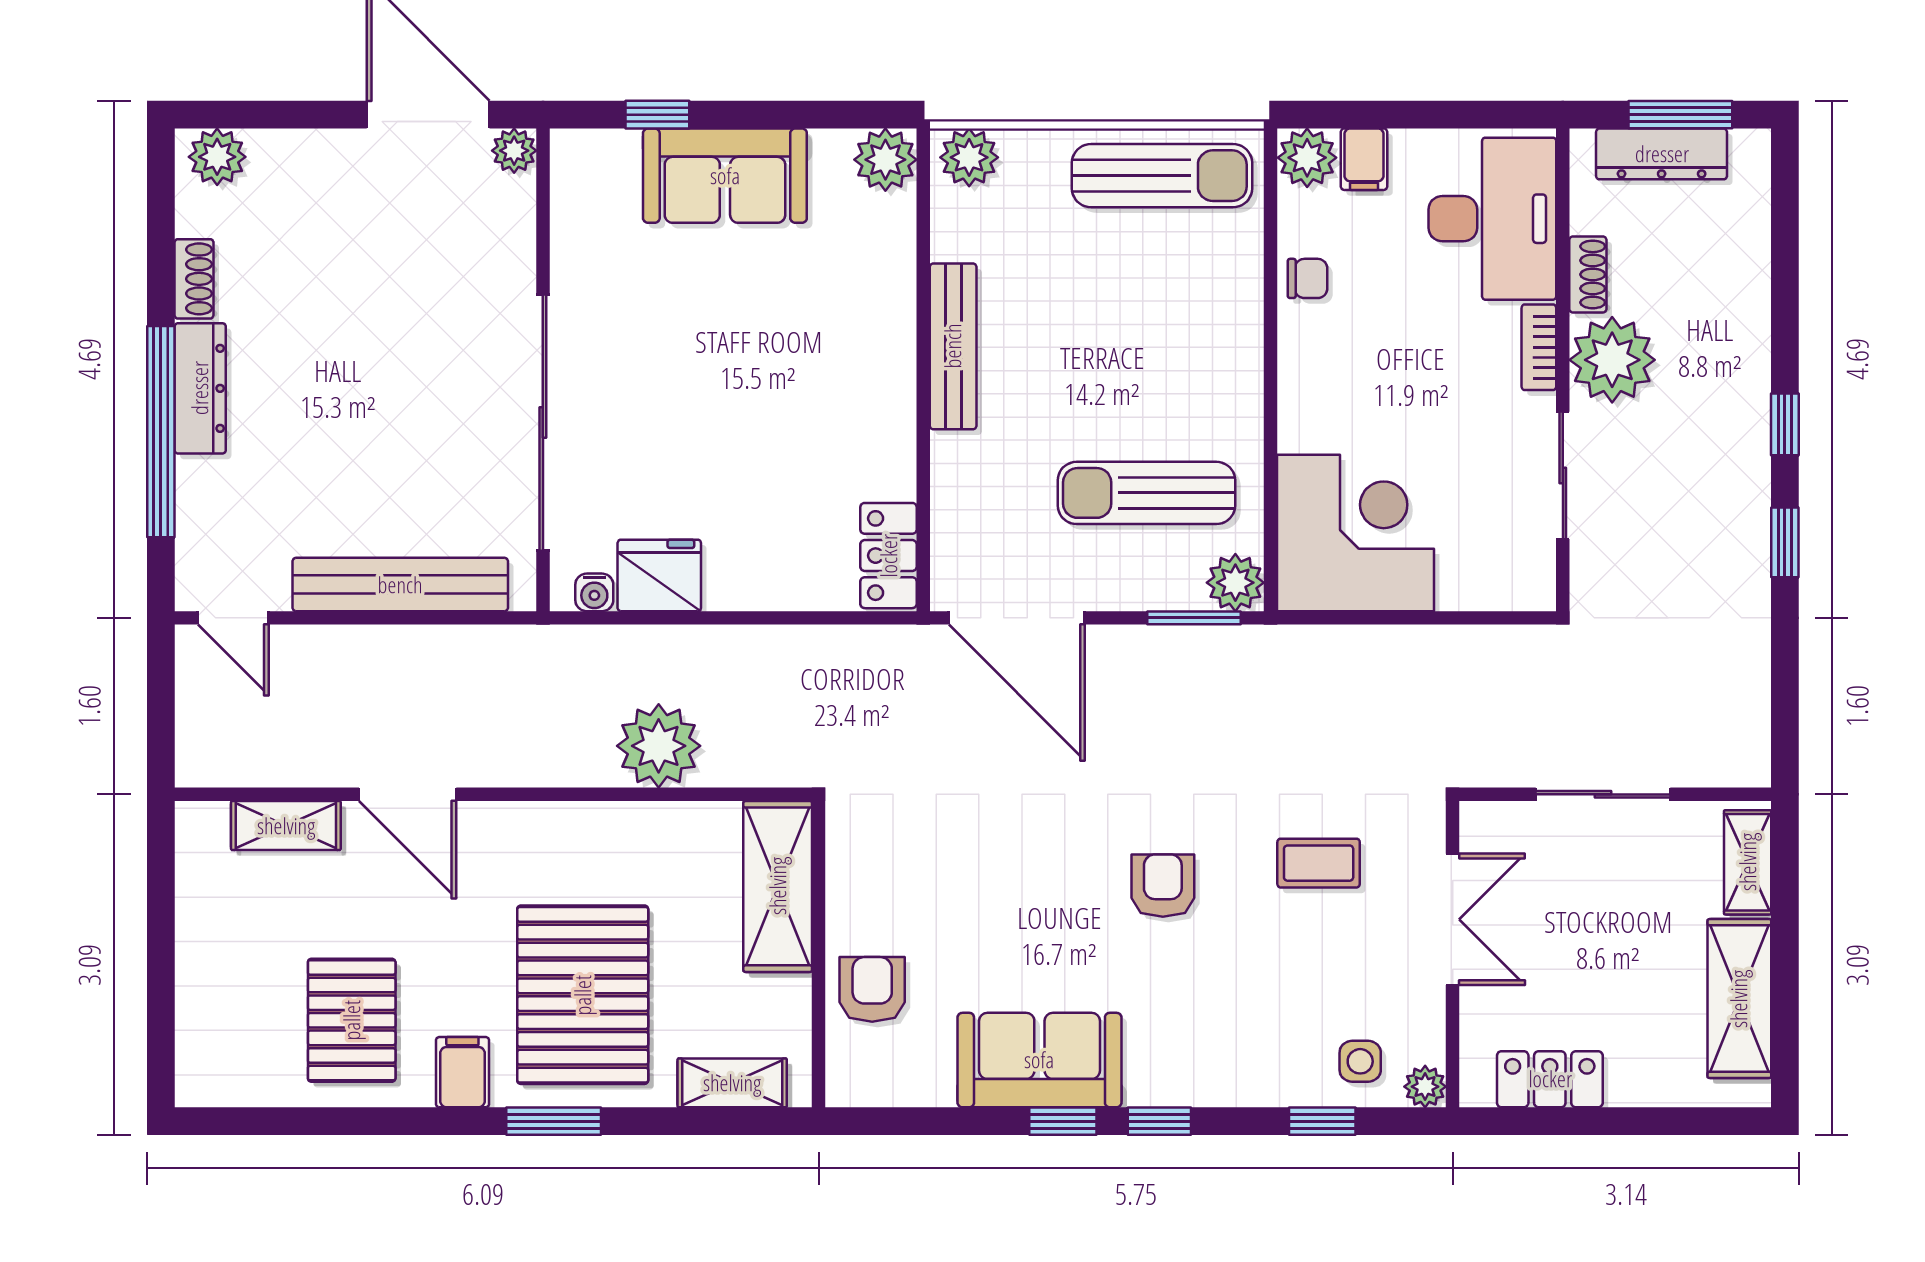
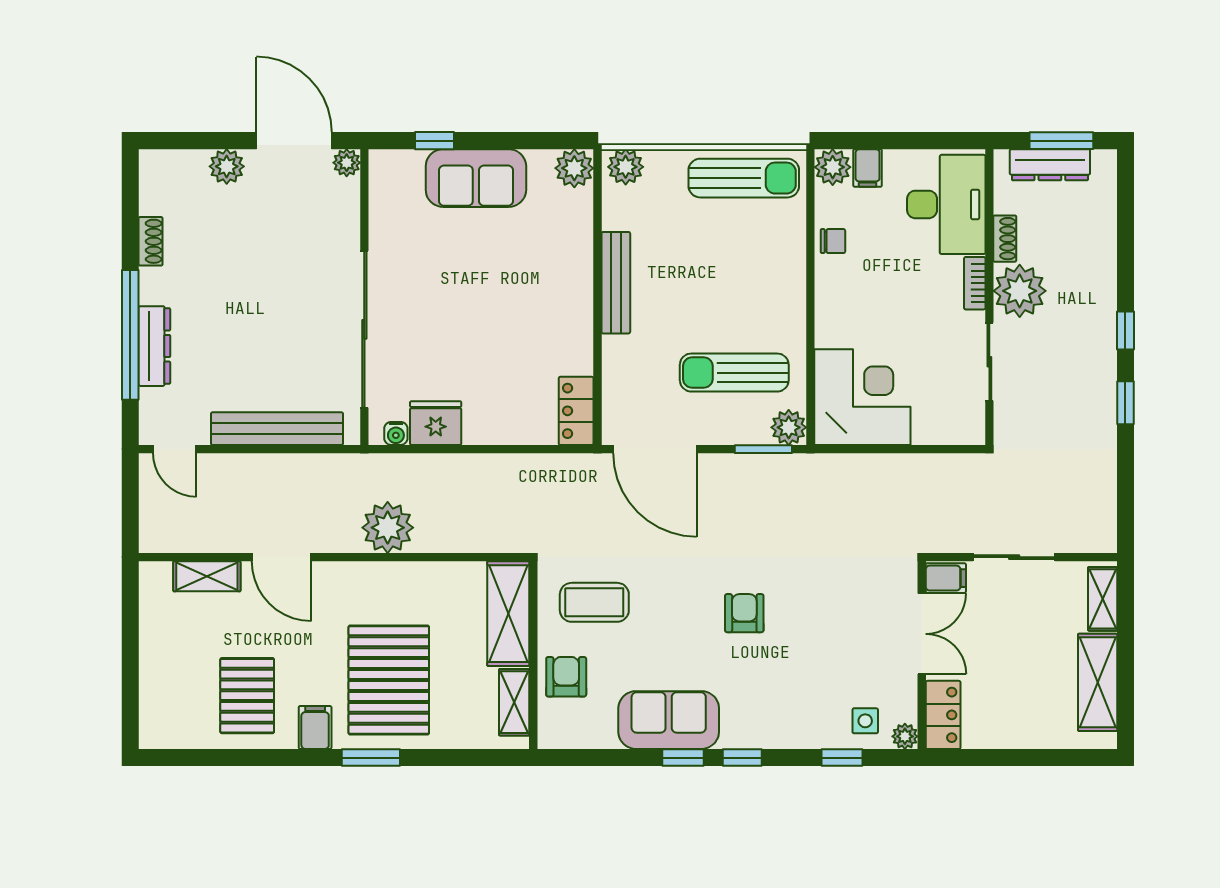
plant: (217, 157) -> (227, 166), moved
dresser: (200, 388) -> (154, 346), moved
plant: (659, 746) -> (388, 528), moved
filing cabinet: (1492, 828) -> (946, 578), added
coffee table: (1319, 863) -> (594, 602), moved, width x1.36, depth x1.30
locker: (1550, 1079) -> (943, 715), moved, turned 90
shelving: (732, 1083) -> (514, 702), moved, turned 90

